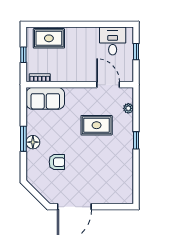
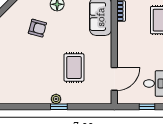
plant: (128, 108) -> (56, 99), moved
armchair: (57, 162) -> (37, 28), turned -75

